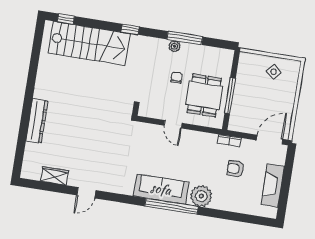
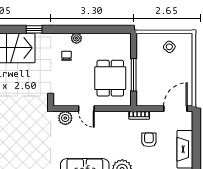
window: (185, 38) -> (85, 29), removed
chair: (177, 78) -> (67, 56), moved
plant: (149, 131) -> (65, 118), added
armchair: (235, 169) -> (149, 140), turned 90

